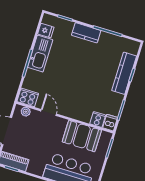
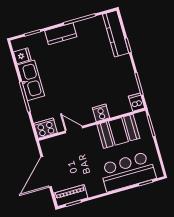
kitchen counter: (124, 73) -> (116, 34), moved
plant: (26, 112) -> (52, 142), removed
cooker: (98, 119) -> (101, 113), moved

